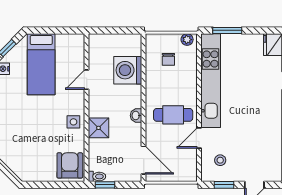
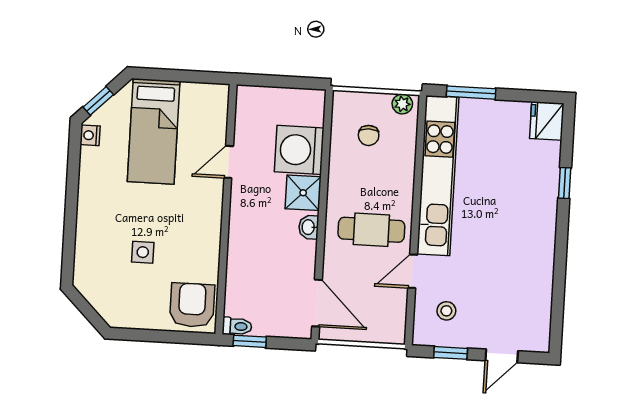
side table: (73, 122) -> (143, 252), moved
shower: (99, 128) -> (303, 193), moved

